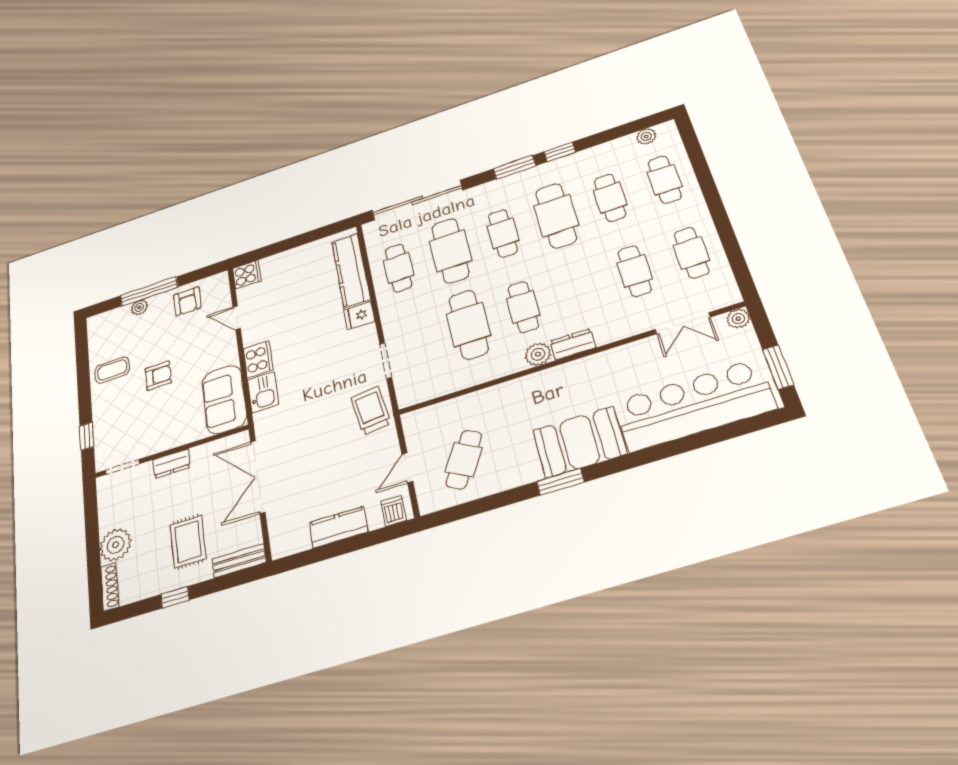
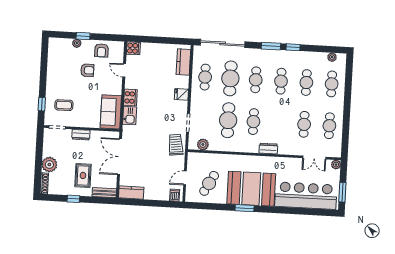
cafe table: (556, 216) -> (281, 81), width x0.73, depth x0.74
kitchen counter: (351, 270) -> (183, 62), width x0.67
window: (149, 291) -> (83, 36), width x0.46
plant: (538, 354) -> (203, 144), moved
coffee table: (112, 370) -> (64, 105), moved
armchair: (158, 376) -> (87, 70), moved
booth: (580, 442) -> (251, 189), width x1.36, depth x1.42
kitchen counter: (339, 527) -> (131, 193), moved

